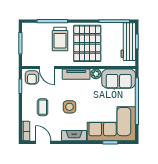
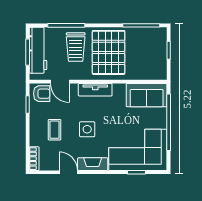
workbench: (128, 42) -> (38, 50), moved, turned 180
plant: (96, 74) -> (119, 89), removed
armchair: (32, 77) -> (42, 94), turned -90
door: (43, 142) -> (68, 172), moved

